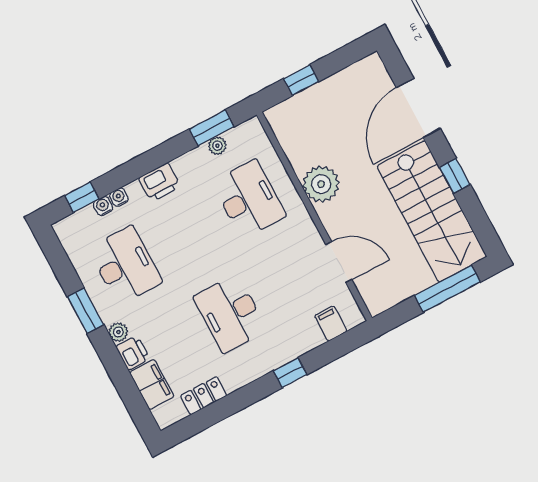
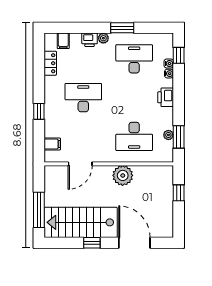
desk: (125, 265) -> (134, 59), turned 180
filing cabinet: (152, 385) -> (63, 41), width x0.50

